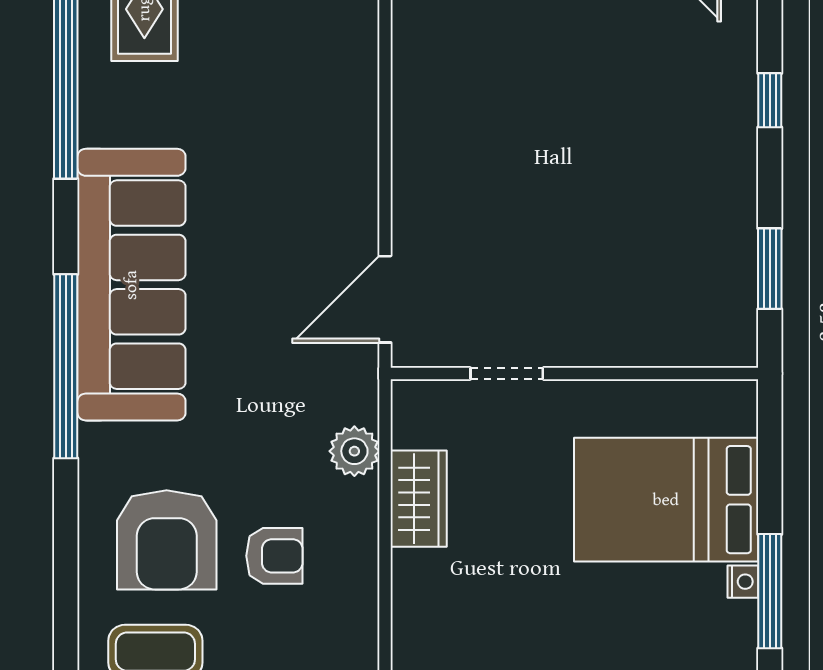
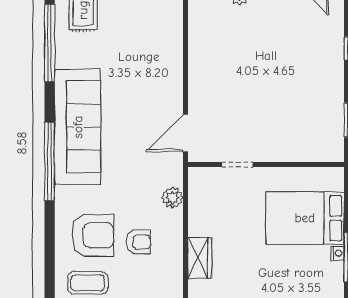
wardrobe: (419, 499) -> (200, 258), moved
armchair: (167, 540) -> (93, 235), turned -90

